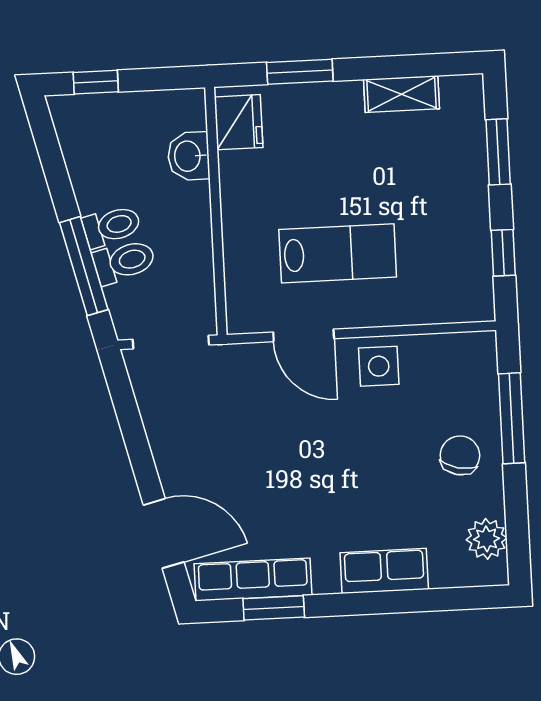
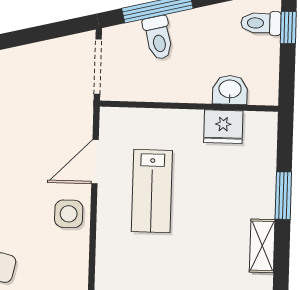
window: (300, 72) -> (283, 196), moved
fridge: (239, 122) -> (223, 127), moved
toilet: (112, 226) -> (261, 23), moved, turned 104

